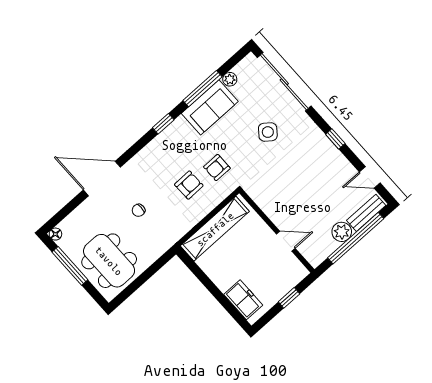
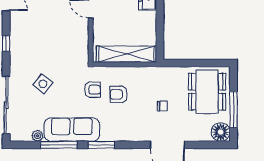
sofa: (210, 107) -> (72, 130), width x1.36
window: (163, 124) -> (101, 145), width x1.50
floor lamp: (55, 234) -> (221, 132), width x1.89, depth x1.89

